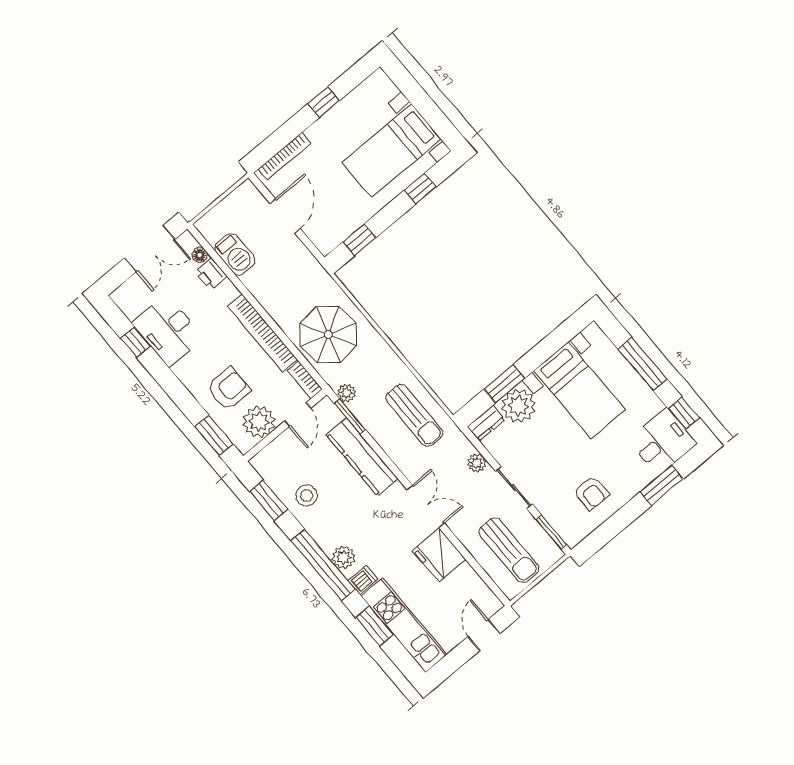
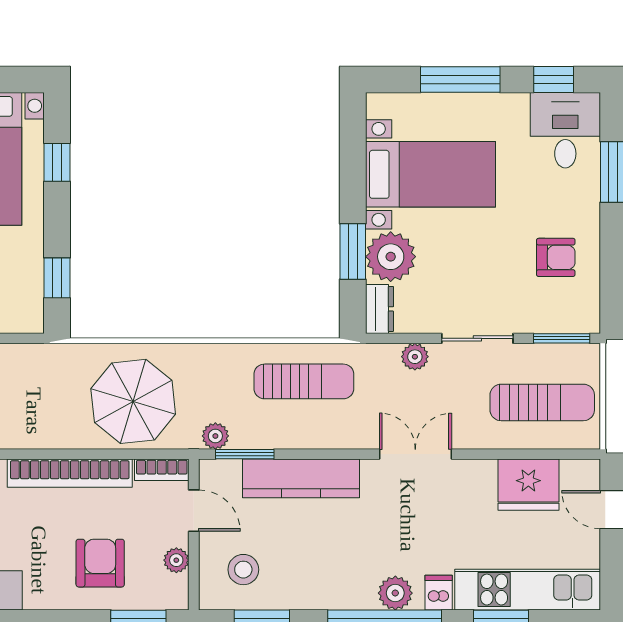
plant: (259, 422) -> (176, 560), width x0.53, depth x0.53
stool: (307, 495) -> (243, 570), moved
fridge: (439, 555) -> (528, 485), moved

